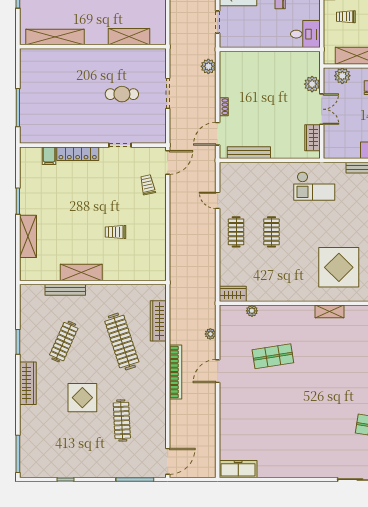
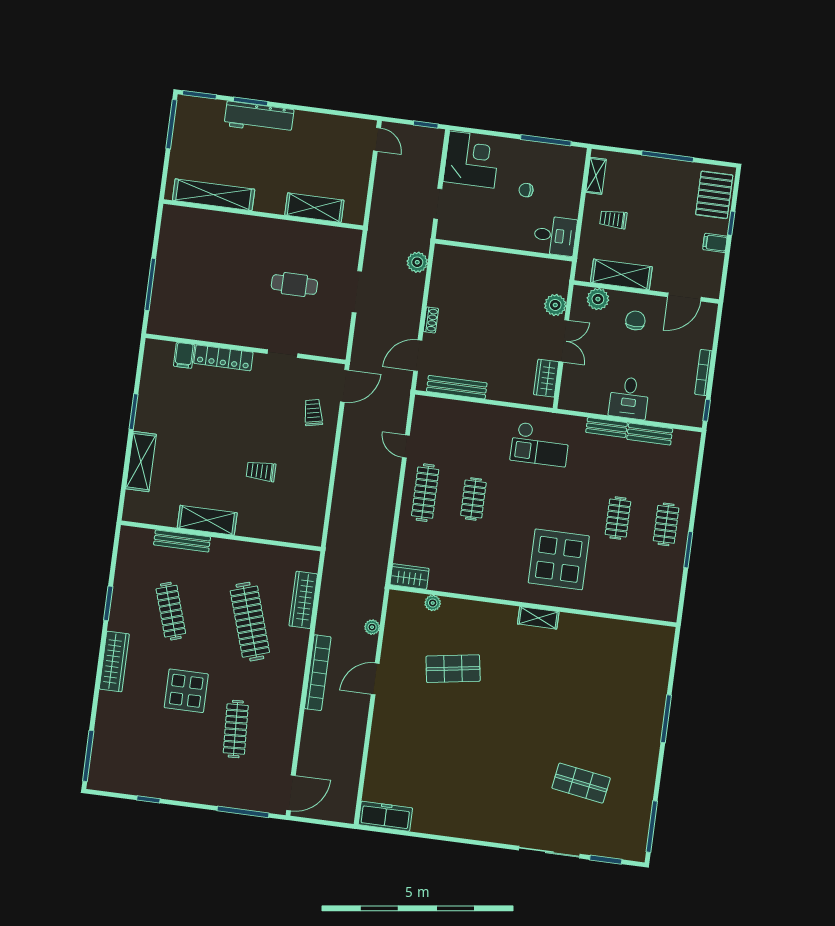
clothes rail: (236, 232) -> (425, 493), width x1.36
clothes rail: (64, 342) -> (171, 611), turned -42

